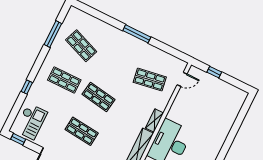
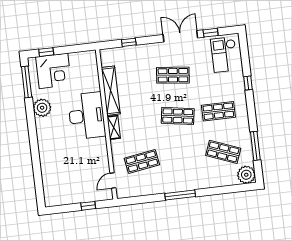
plant: (75, 16) -> (246, 175), added
window: (18, 139) -> (211, 33), moved

